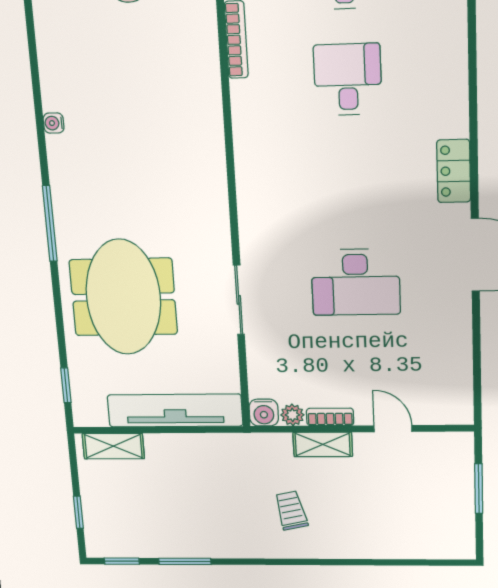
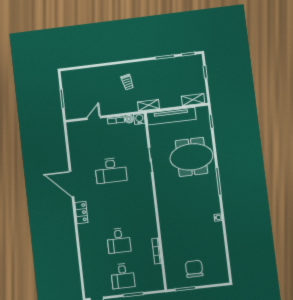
desk: (356, 282) -> (111, 170), turned 180
meeting table: (123, 297) -> (191, 157), turned 90
door: (393, 429) -> (94, 118), swing flipped
shelving: (323, 444) -> (148, 105), moved

